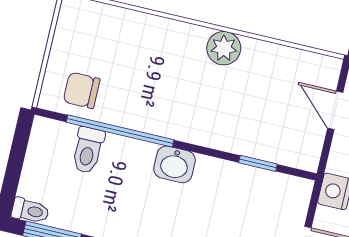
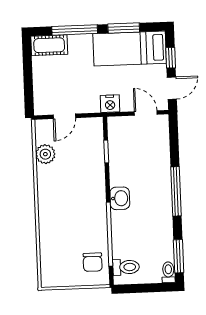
plant: (224, 48) -> (45, 154), moved
toilet: (88, 150) -> (126, 267), moved

